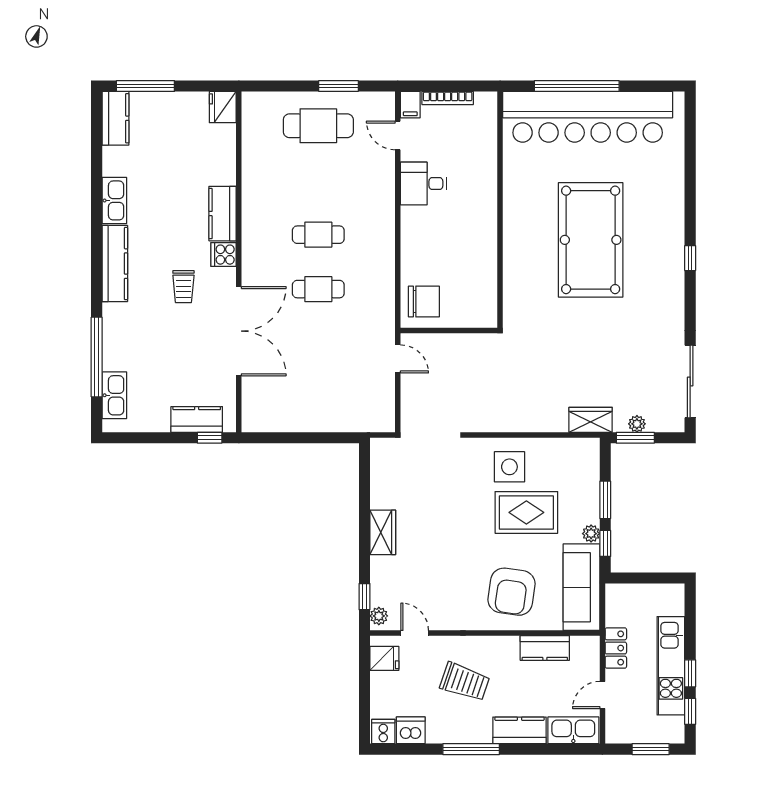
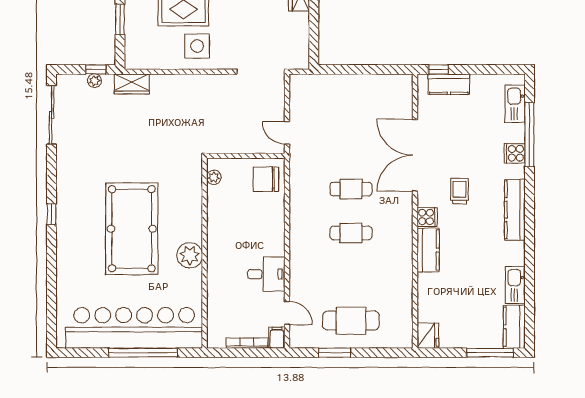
kitchen sink: (114, 200) -> (515, 285), moved
plant: (519, 207) -> (190, 255), added
plant: (489, 304) -> (214, 177), added
cooker: (115, 334) -> (515, 153), added
window: (635, 438) -> (96, 69), width x0.67

